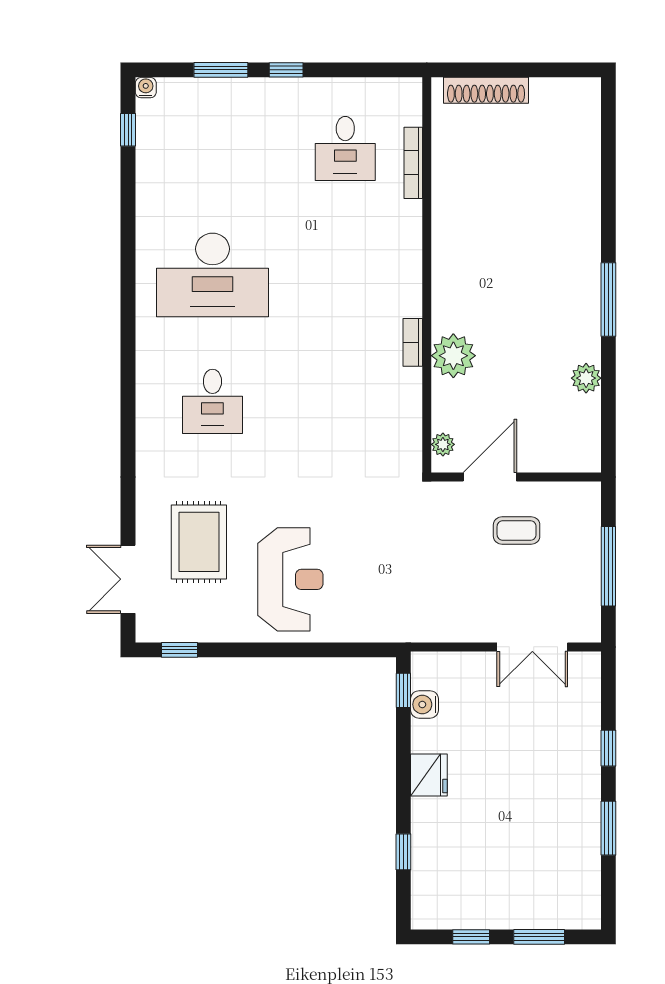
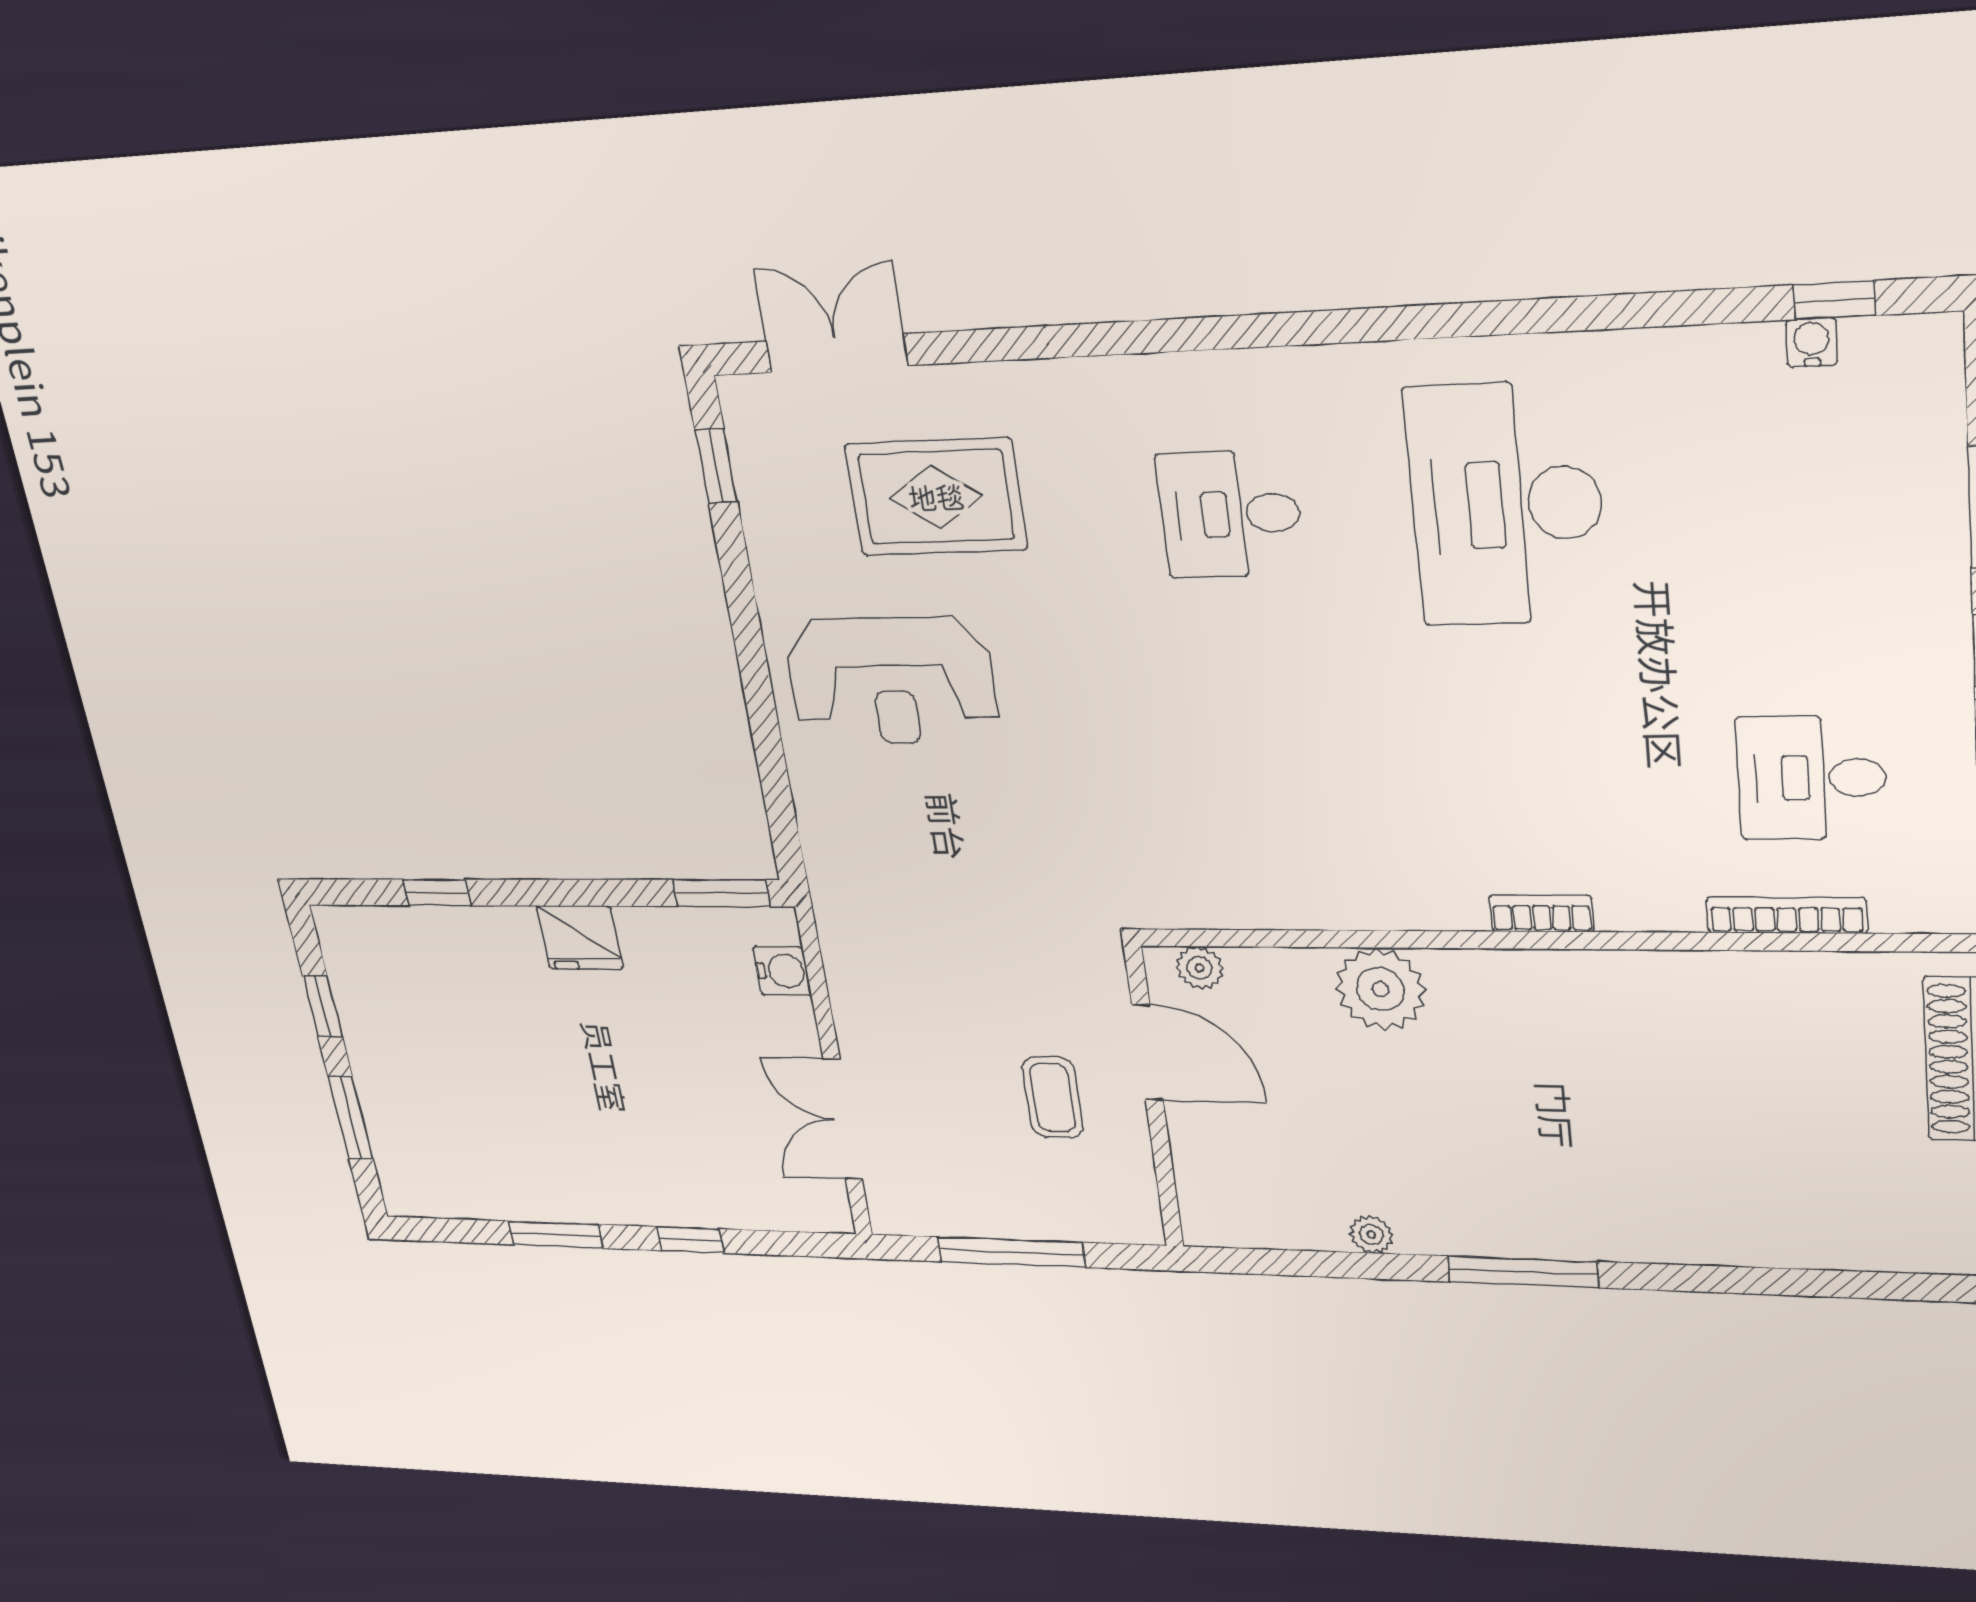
water cooler: (146, 88) -> (1812, 342), moved, turned -90
bookcase: (413, 342) -> (1541, 913), moved
plant: (586, 378) -> (1371, 1235), width x0.73, depth x0.73
window: (403, 690) -> (721, 893), width x1.50
water cooler: (425, 704) -> (782, 971), moved, turned 90

